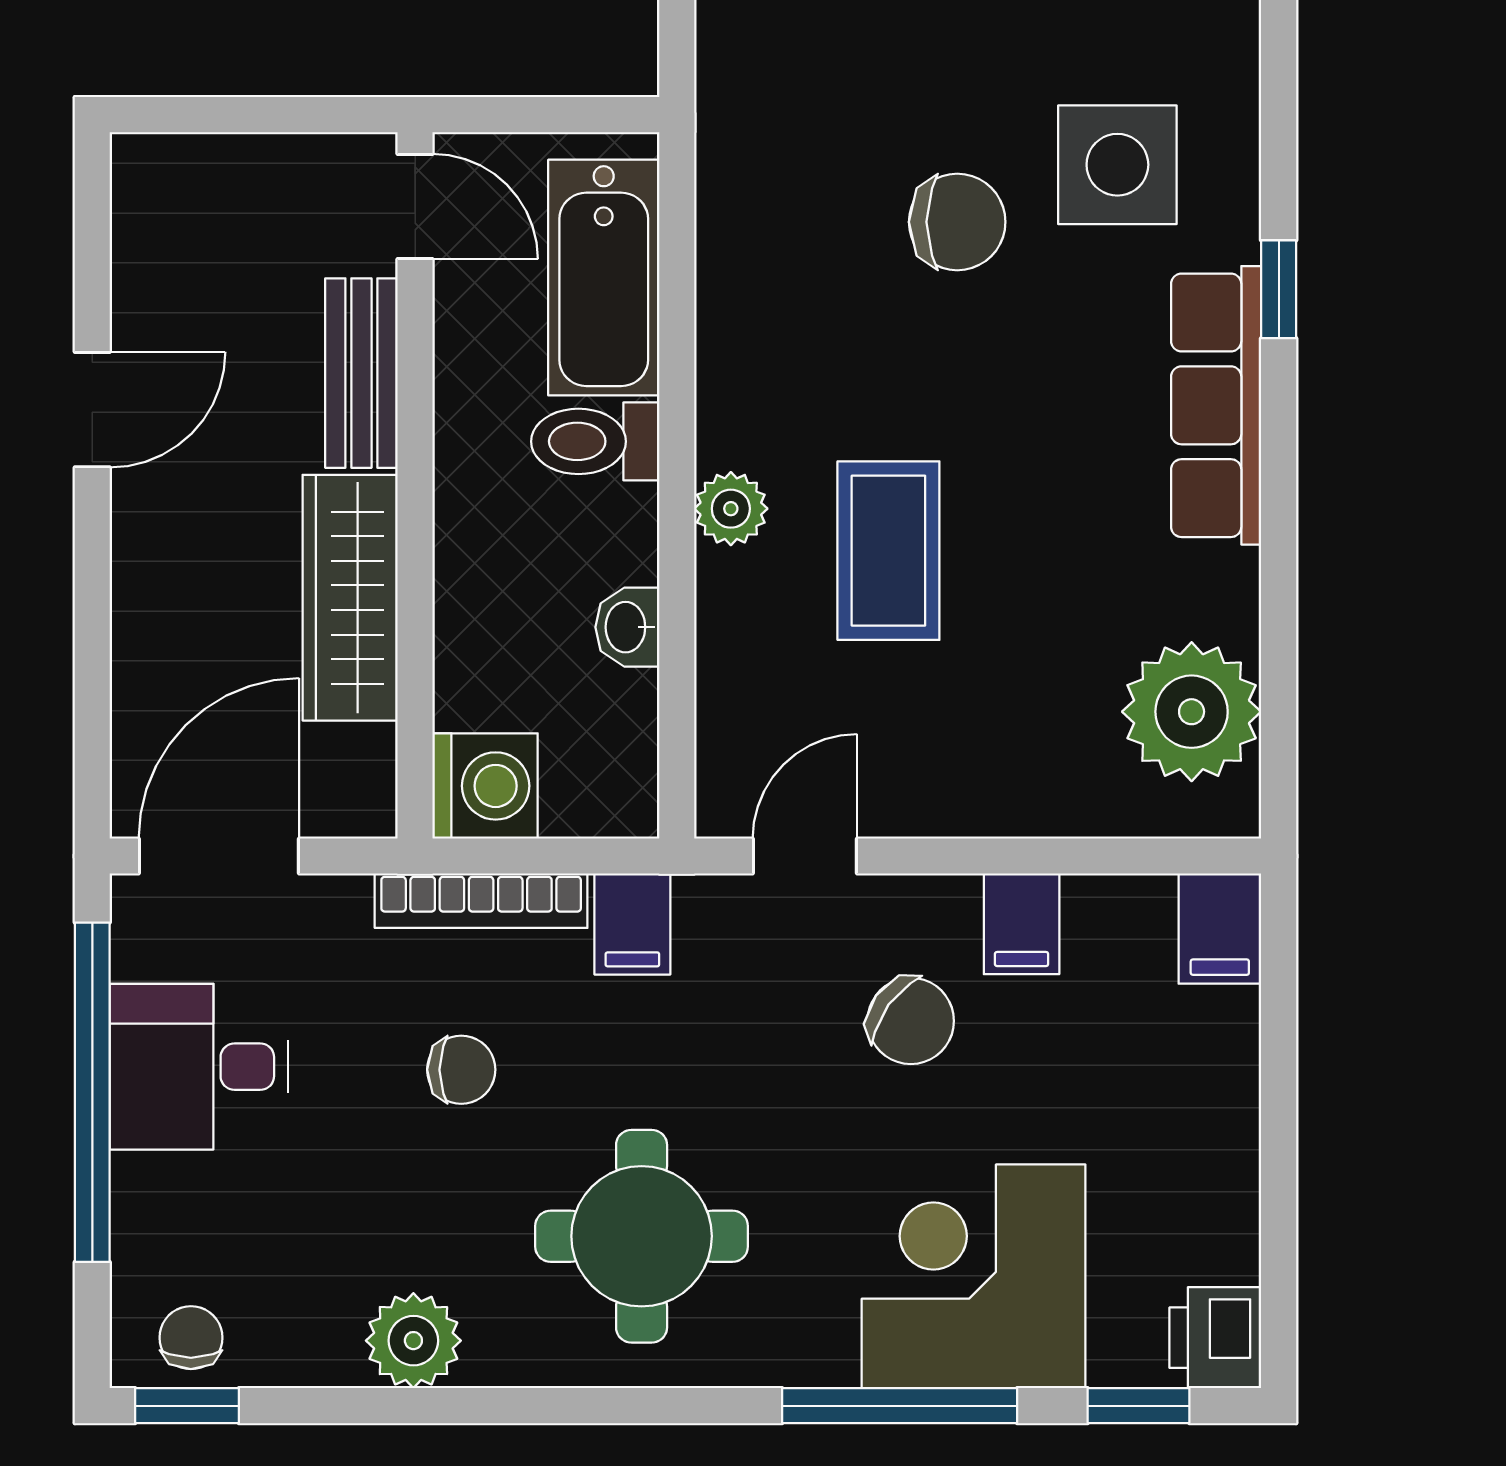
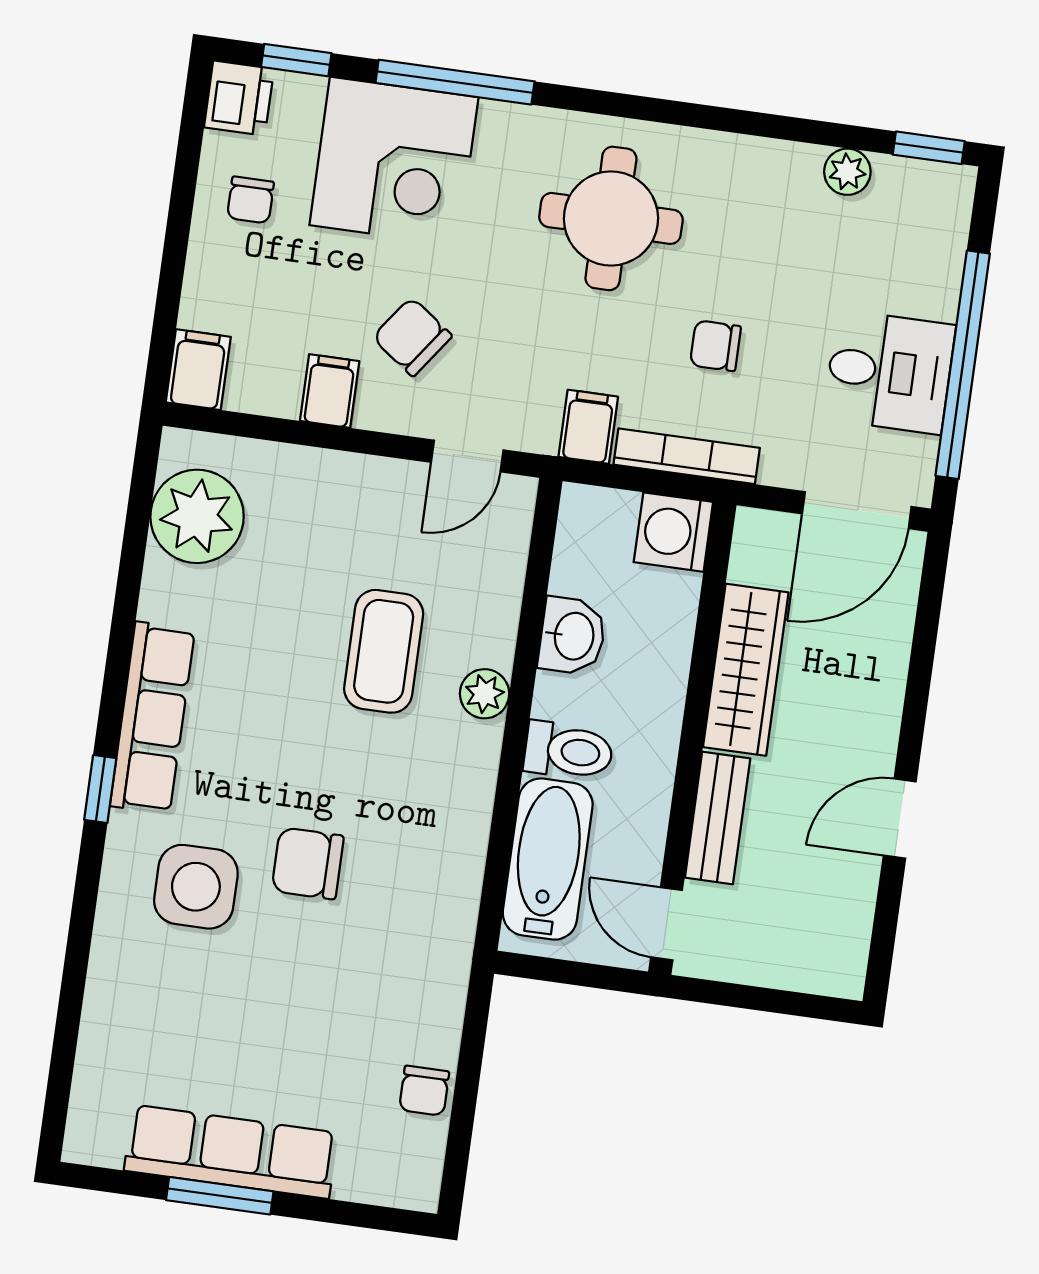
washbasin: (627, 627) -> (572, 636), width x1.38, depth x1.45
chair: (191, 1338) -> (250, 200), moved
plant: (413, 1341) -> (847, 172), moved, width x0.73, depth x0.73

